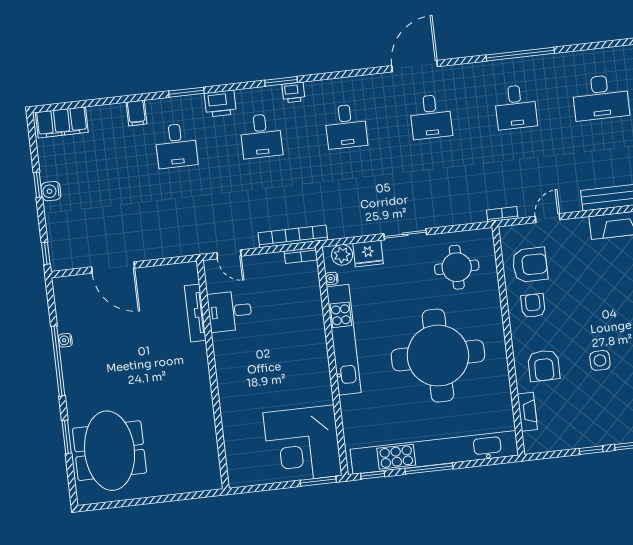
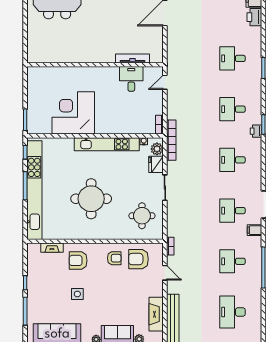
printer: (220, 103) -> (254, 17), moved
filing cabinet: (136, 113) -> (254, 230), moved
bookcase: (293, 236) -> (171, 140), moved
armchair: (530, 265) -> (138, 259), turned 90
round table: (438, 356) -> (91, 199), width x0.73, depth x0.73
corner desk: (302, 444) -> (73, 113), moved

